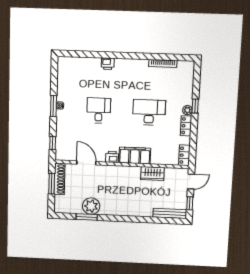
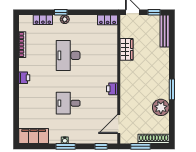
printer: (108, 64) -> (24, 78), moved
locker: (186, 126) -> (43, 20), moved
filing cabinet: (135, 156) -> (34, 136), moved, turned 90
door: (86, 163) -> (119, 124), moved
shoe rack: (59, 179) -> (154, 139), moved
window: (87, 217) -> (172, 89), moved

